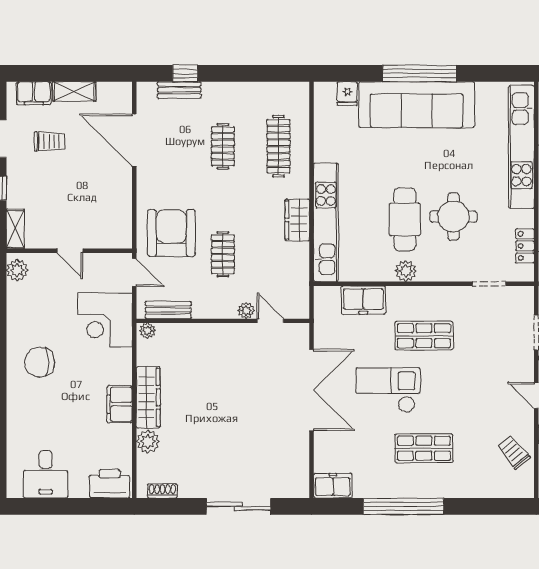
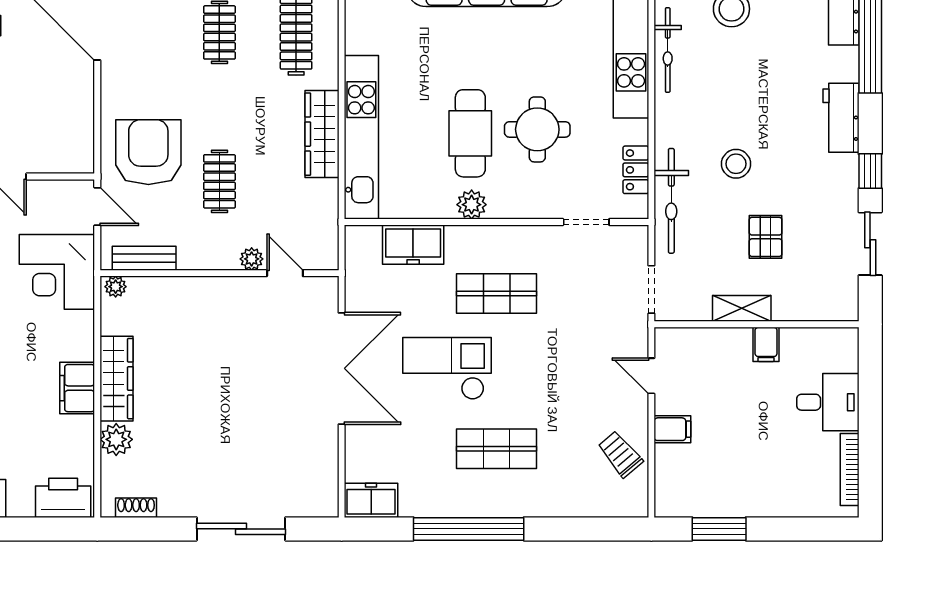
wardrobe: (297, 220) -> (322, 134), width x1.50

